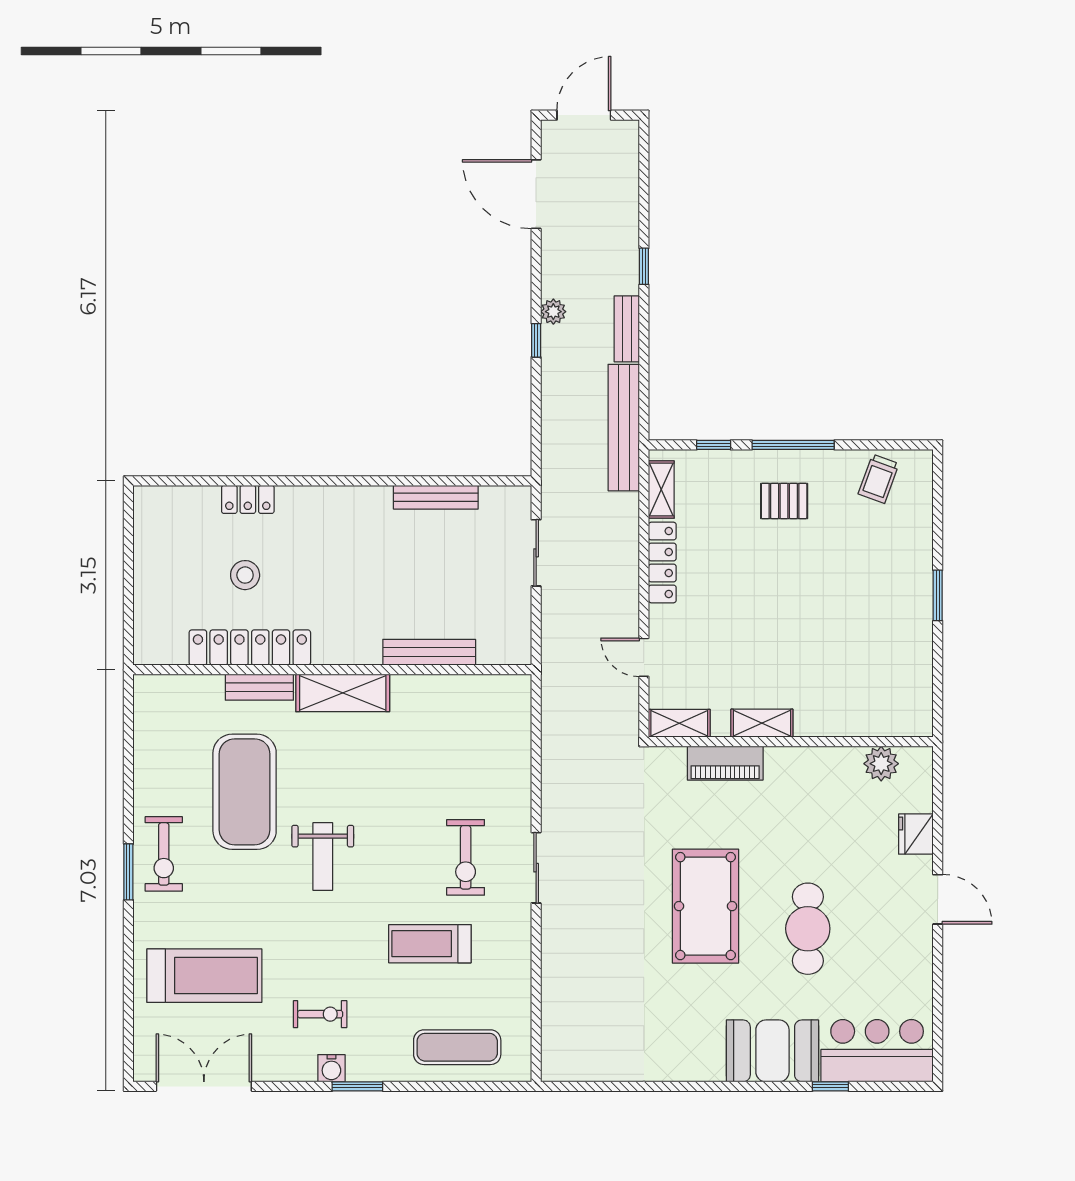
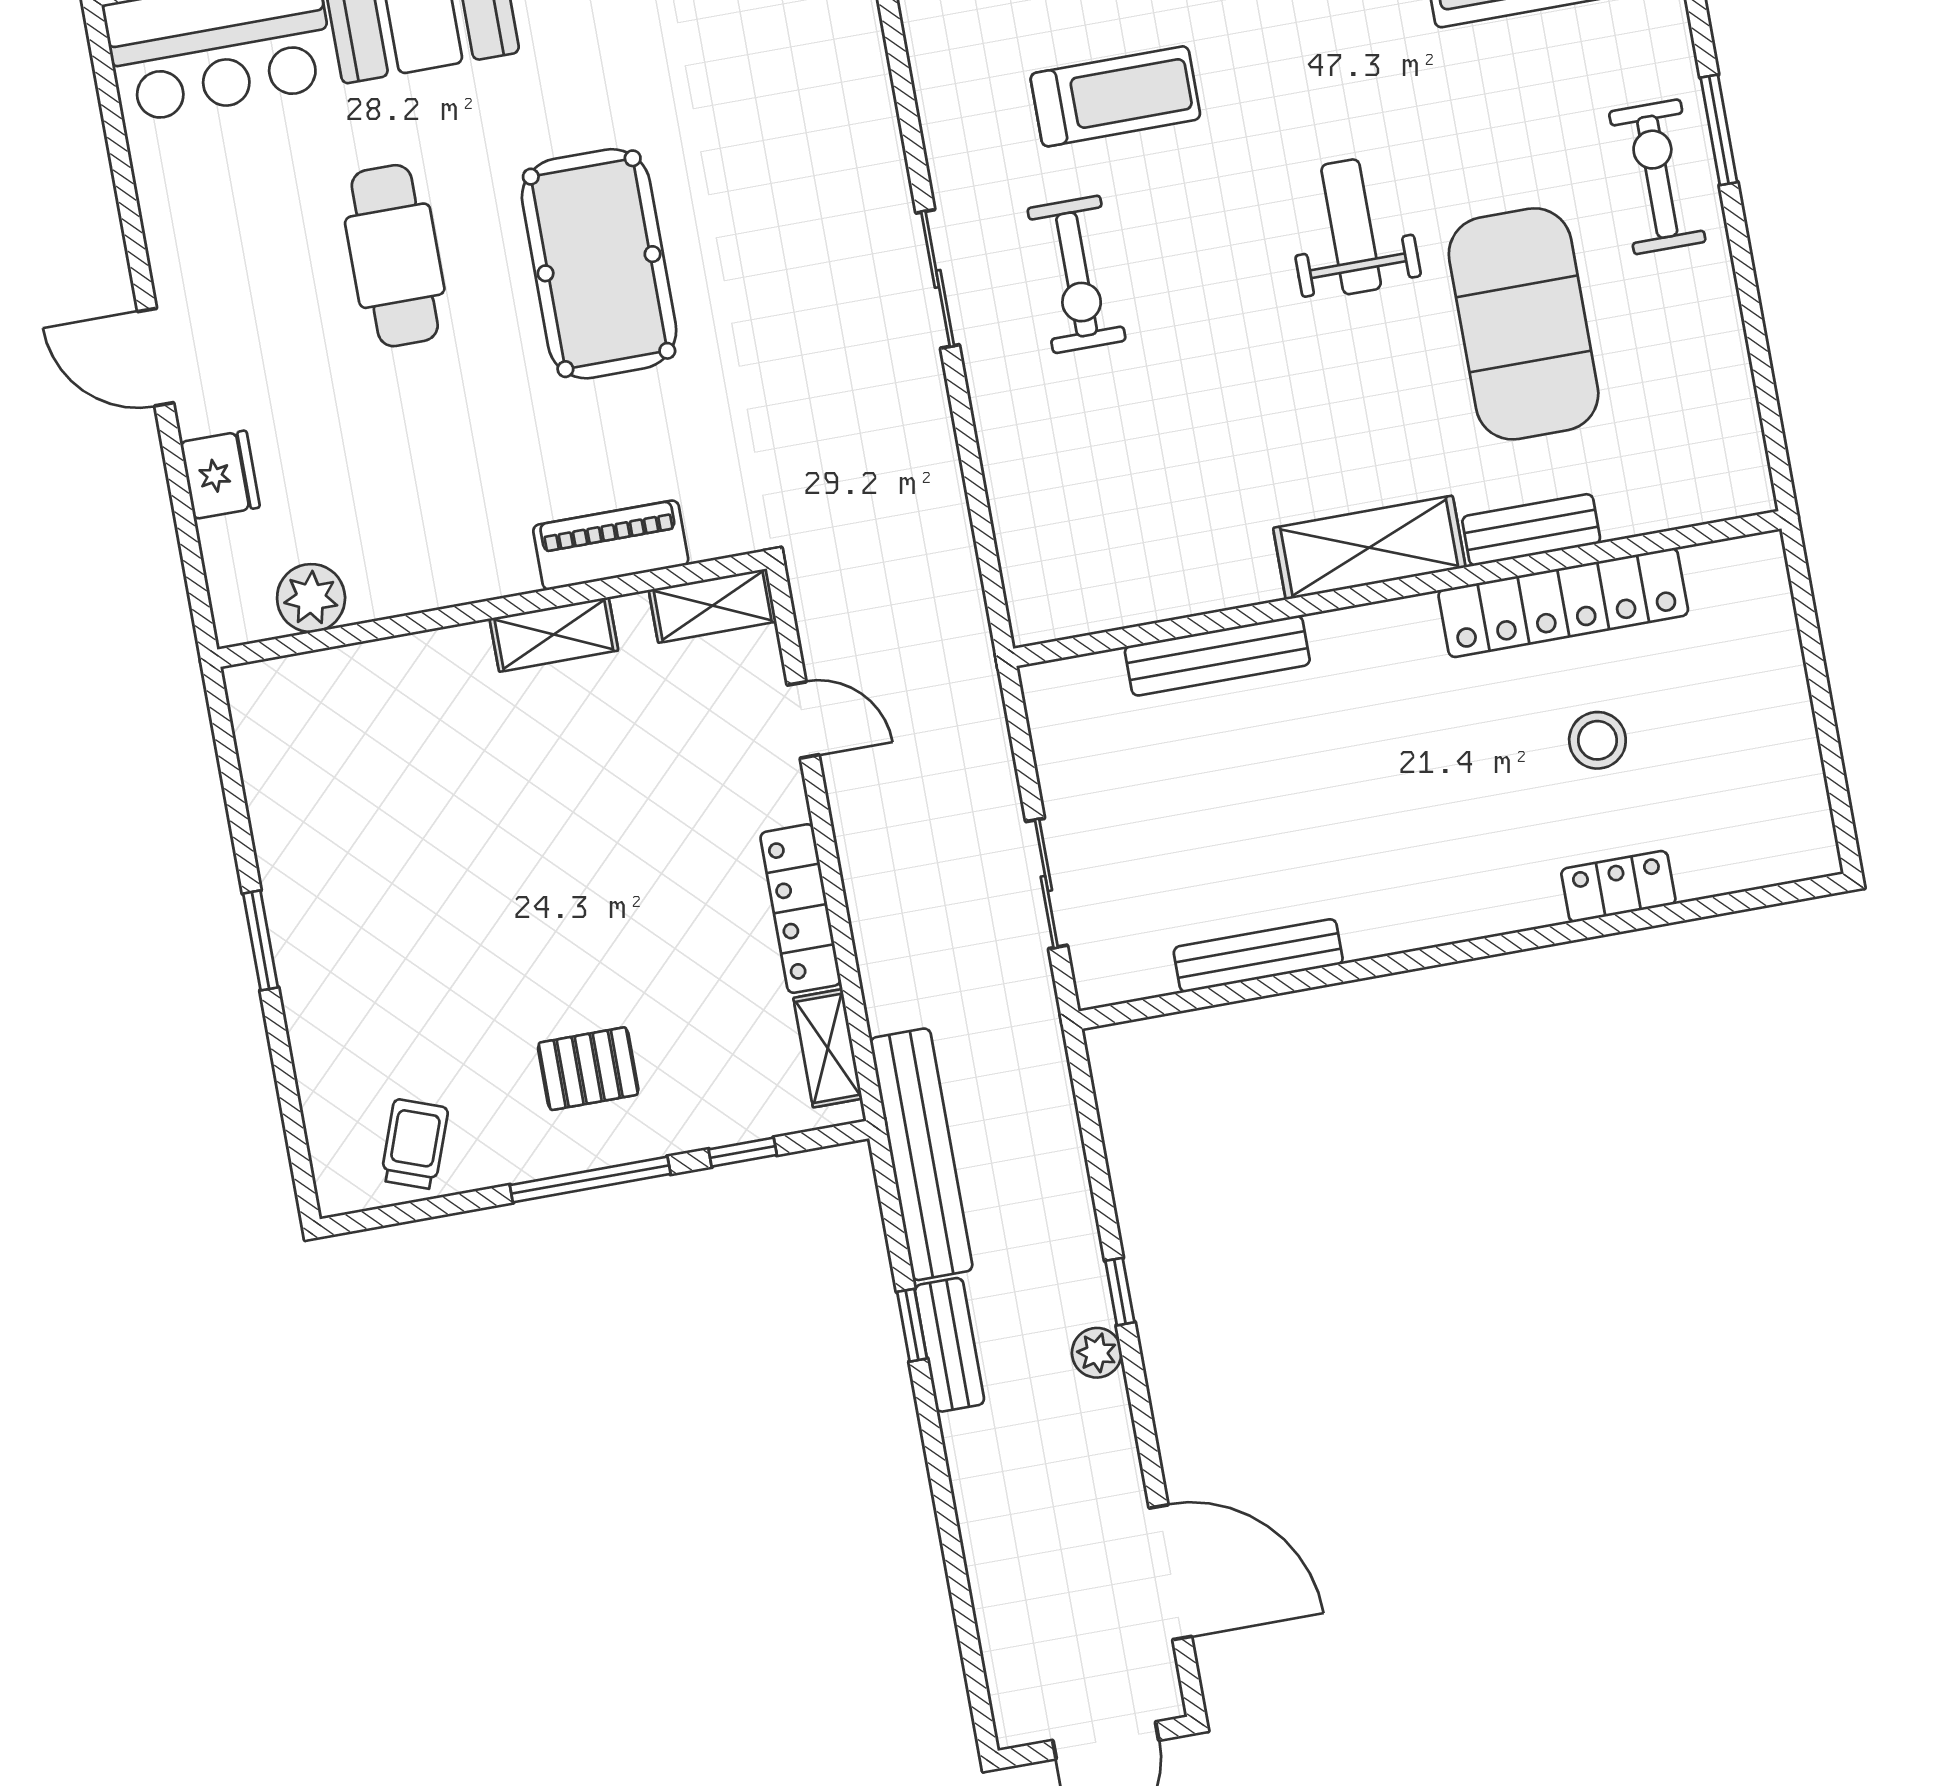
window: (644, 266) -> (912, 1325), moved
exercise bike: (466, 857) -> (1077, 274), turned 180

